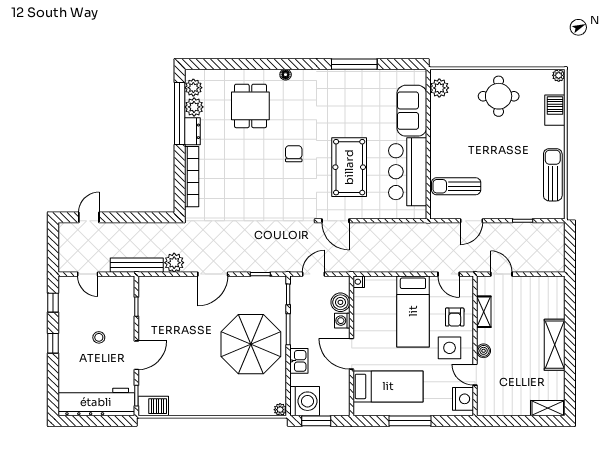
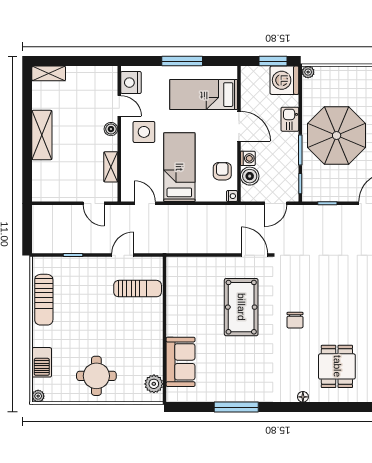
bar counter: (408, 172) -> (185, 303), removed
armchair: (455, 317) -> (222, 171), moved

